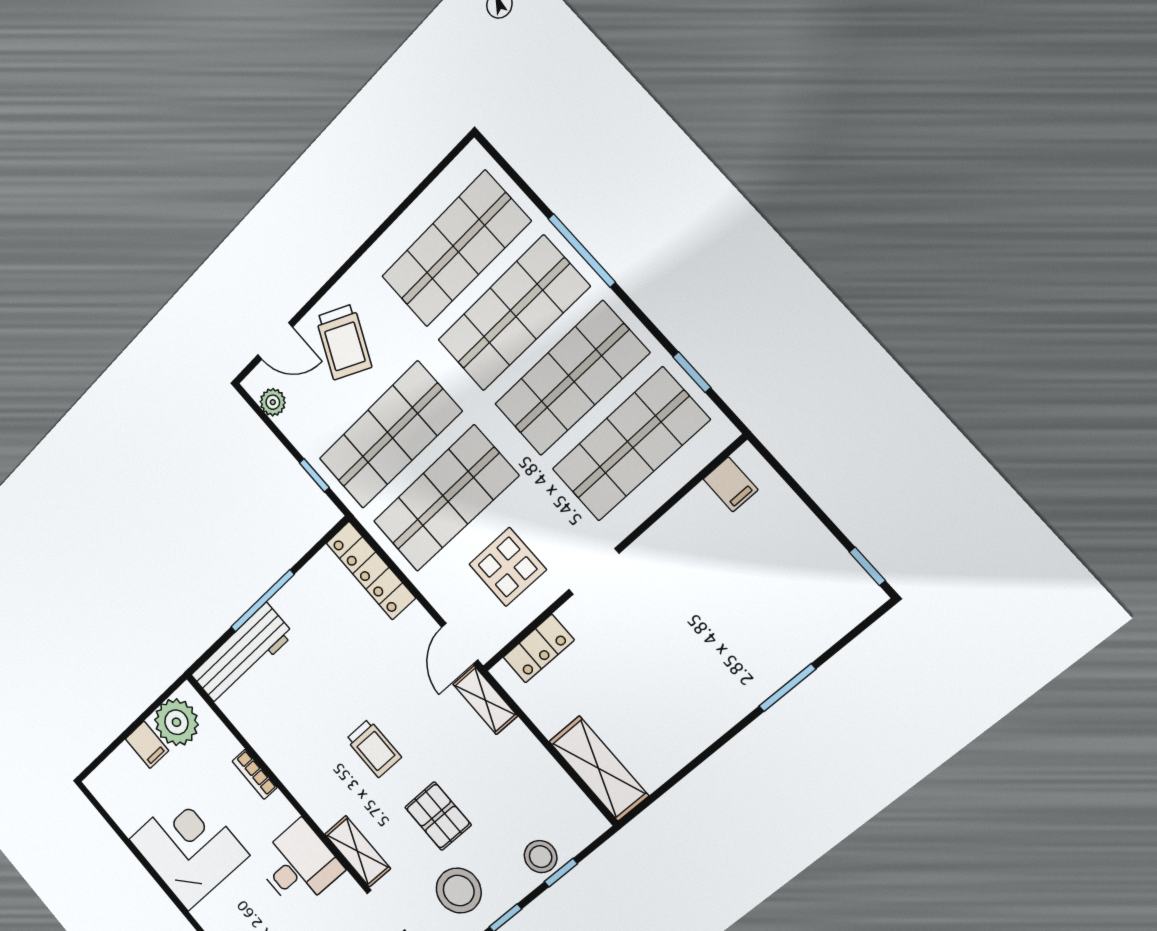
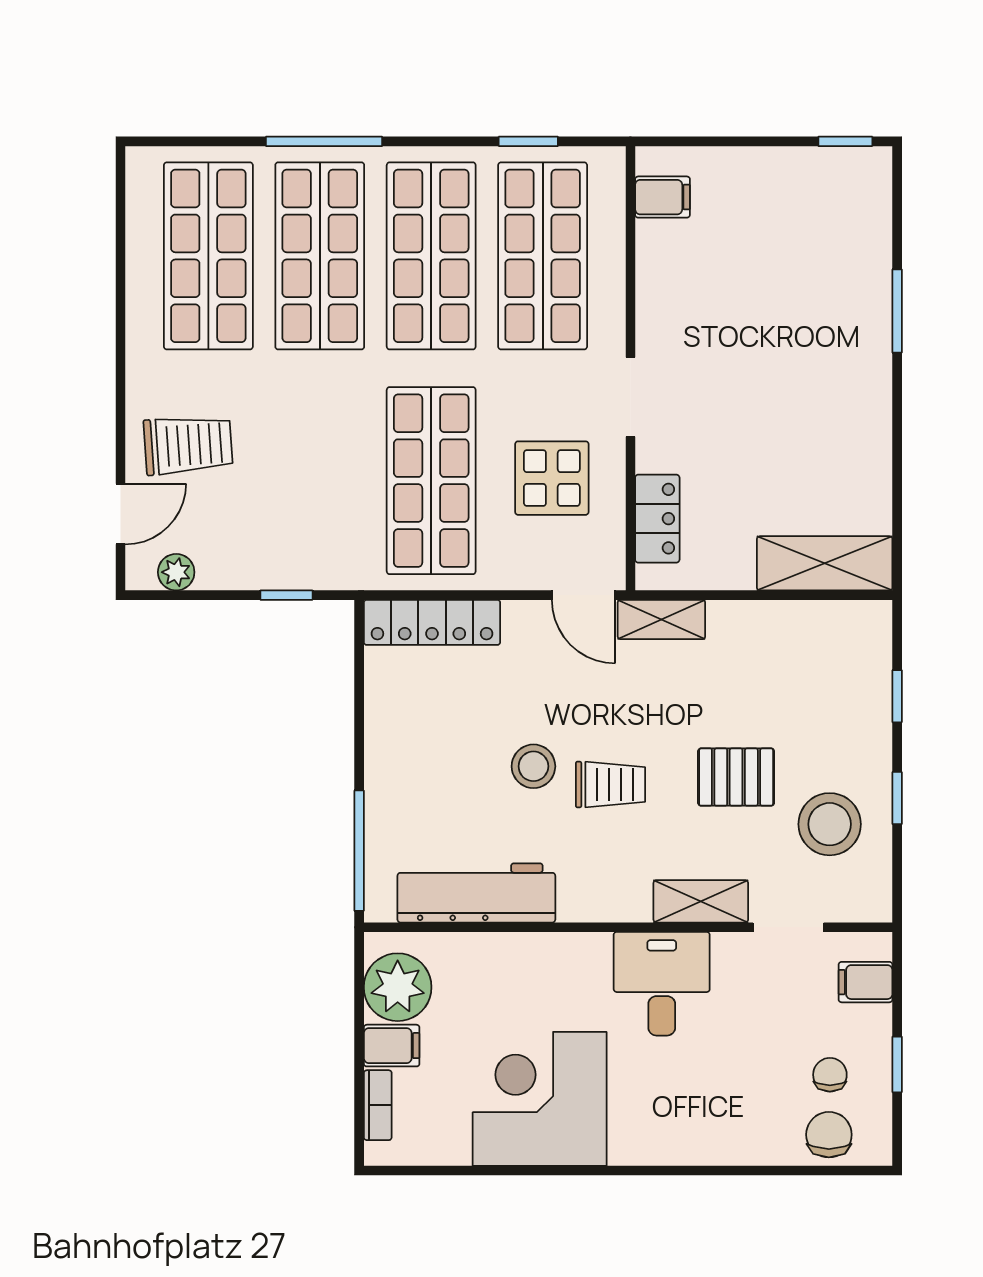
trolley: (344, 342) -> (188, 445), turned -30
shop shelf: (390, 435) -> (320, 481), removed
window: (262, 601) -> (359, 851), moved
workbench: (242, 655) -> (476, 893), moved, turned -90
bookcase: (255, 774) -> (378, 1105), moved, turned -90
stool: (541, 857) -> (533, 766), moved

